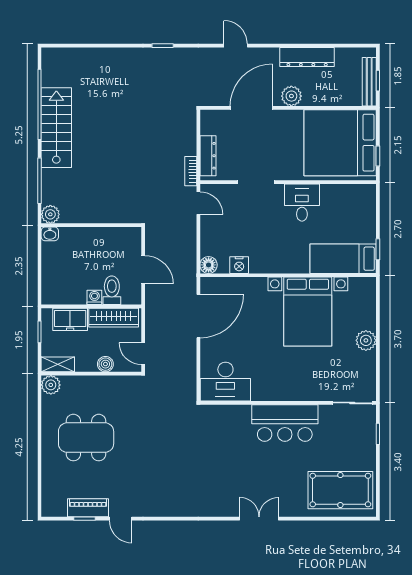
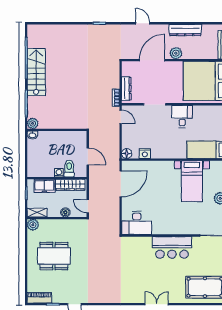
bed with nightstands: (308, 312) -> (192, 181), width x0.73
piano: (88, 508) -> (39, 298), moved

